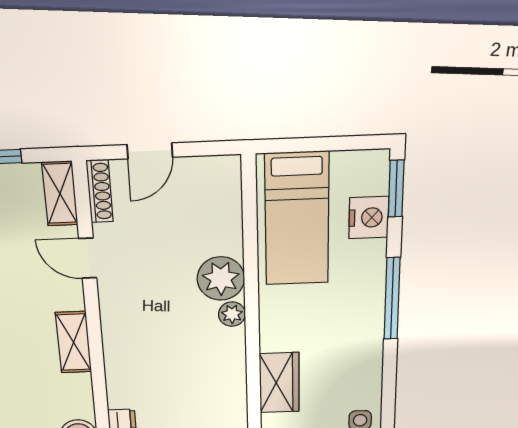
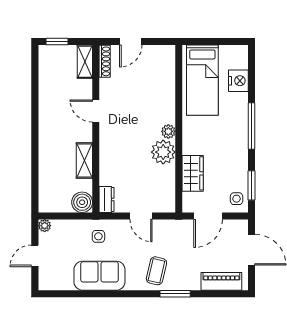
window: (396, 189) -> (252, 185), moved
door: (88, 258) -> (96, 111), moved
plant: (221, 278) -> (163, 152), moved
shelving: (74, 342) -> (84, 160), moved

